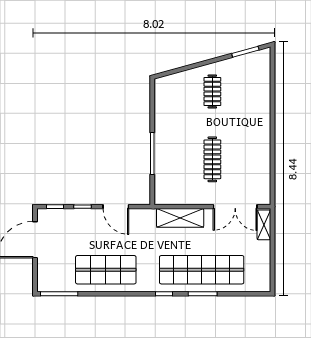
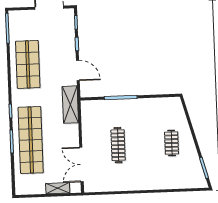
clothes rail: (212, 92) -> (172, 143), turned 90
clothes rail: (212, 159) -> (118, 145), turned 90
door: (116, 207) -> (78, 70), swing flipped
shelving: (180, 218) -> (70, 105), moved
shelving: (264, 225) -> (58, 188), moved

